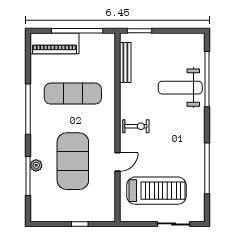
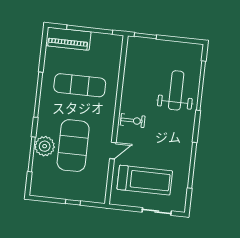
bench: (125, 63) -> (130, 63), removed
weight bench: (180, 88) -> (176, 90), turned 90
plant: (36, 165) -> (45, 146), width x1.88, depth x1.88

